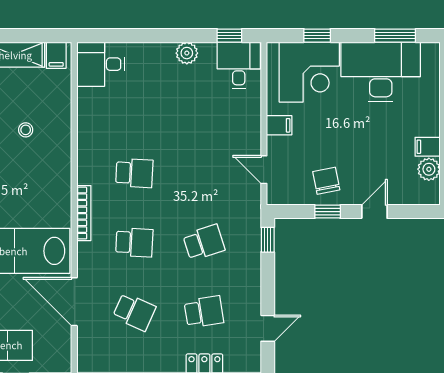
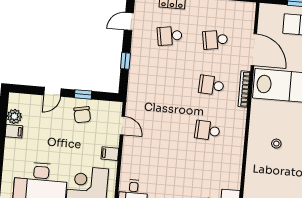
stool: (26, 130) -> (276, 144), moved
bookcase: (84, 213) -> (244, 89), moved
window: (268, 240) -> (125, 61), moved
school desk: (204, 242) -> (166, 81), removed
school desk: (134, 312) -> (215, 40), turned -33

